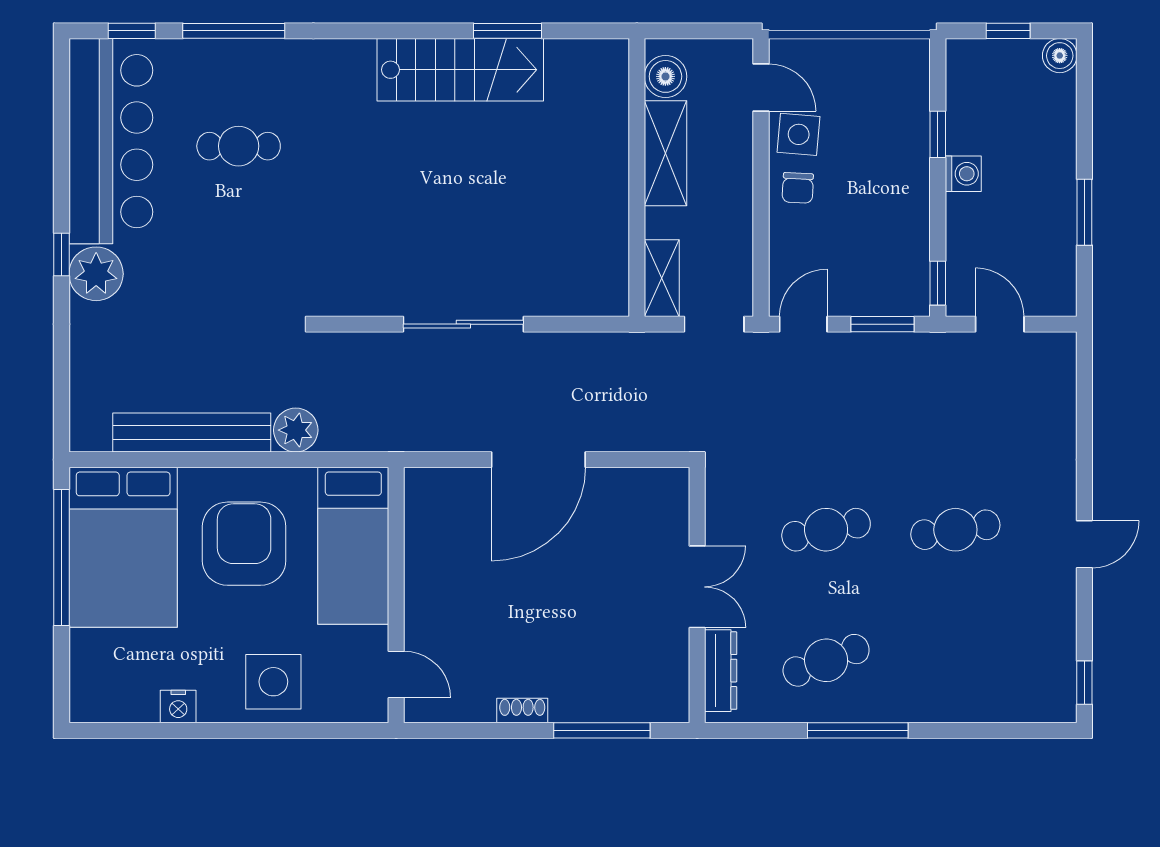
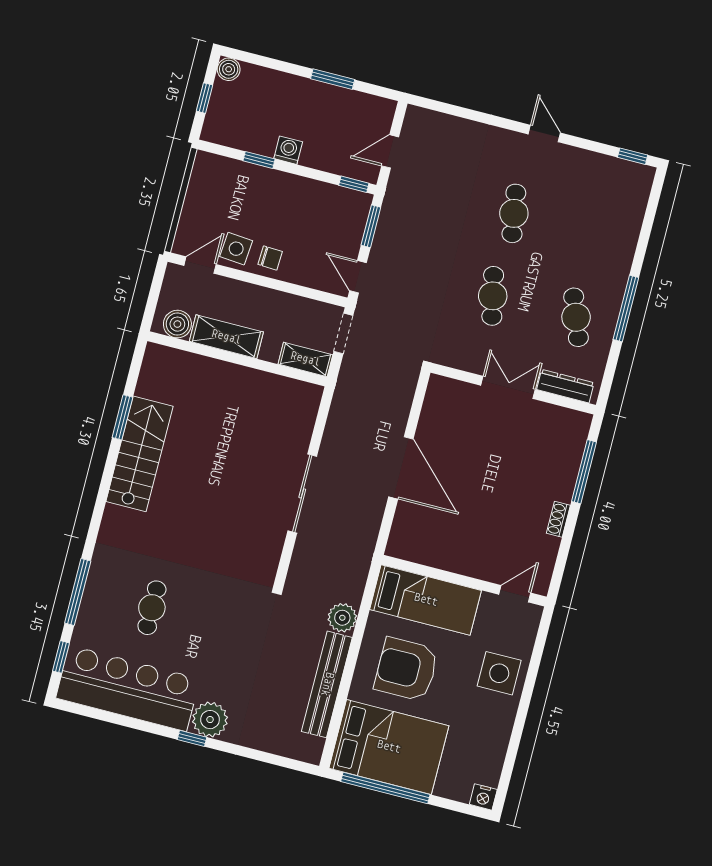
nightstand: (178, 706) -> (483, 797), moved, turned 90

